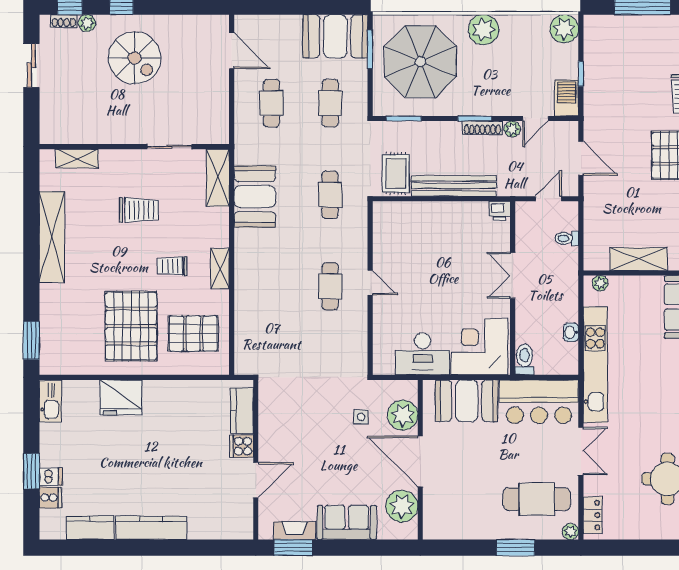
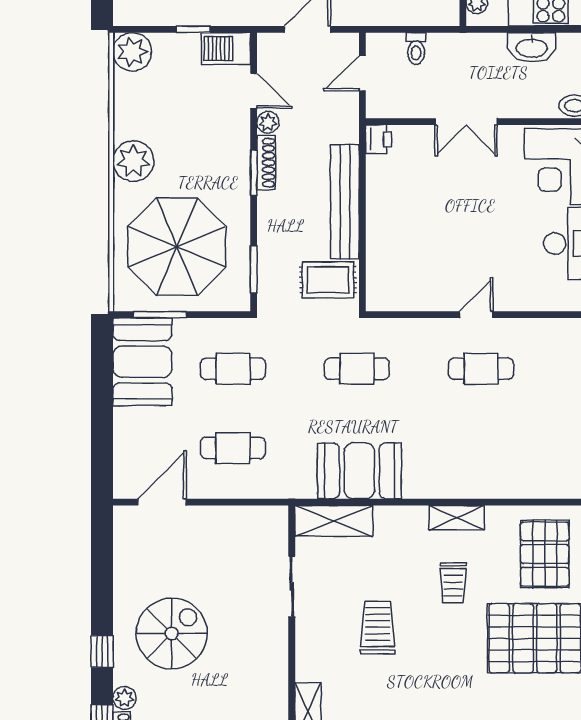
door: (548, 199) -> (362, 73), hinge flipped
washbasin: (571, 332) -> (532, 47), width x1.91, depth x1.45

